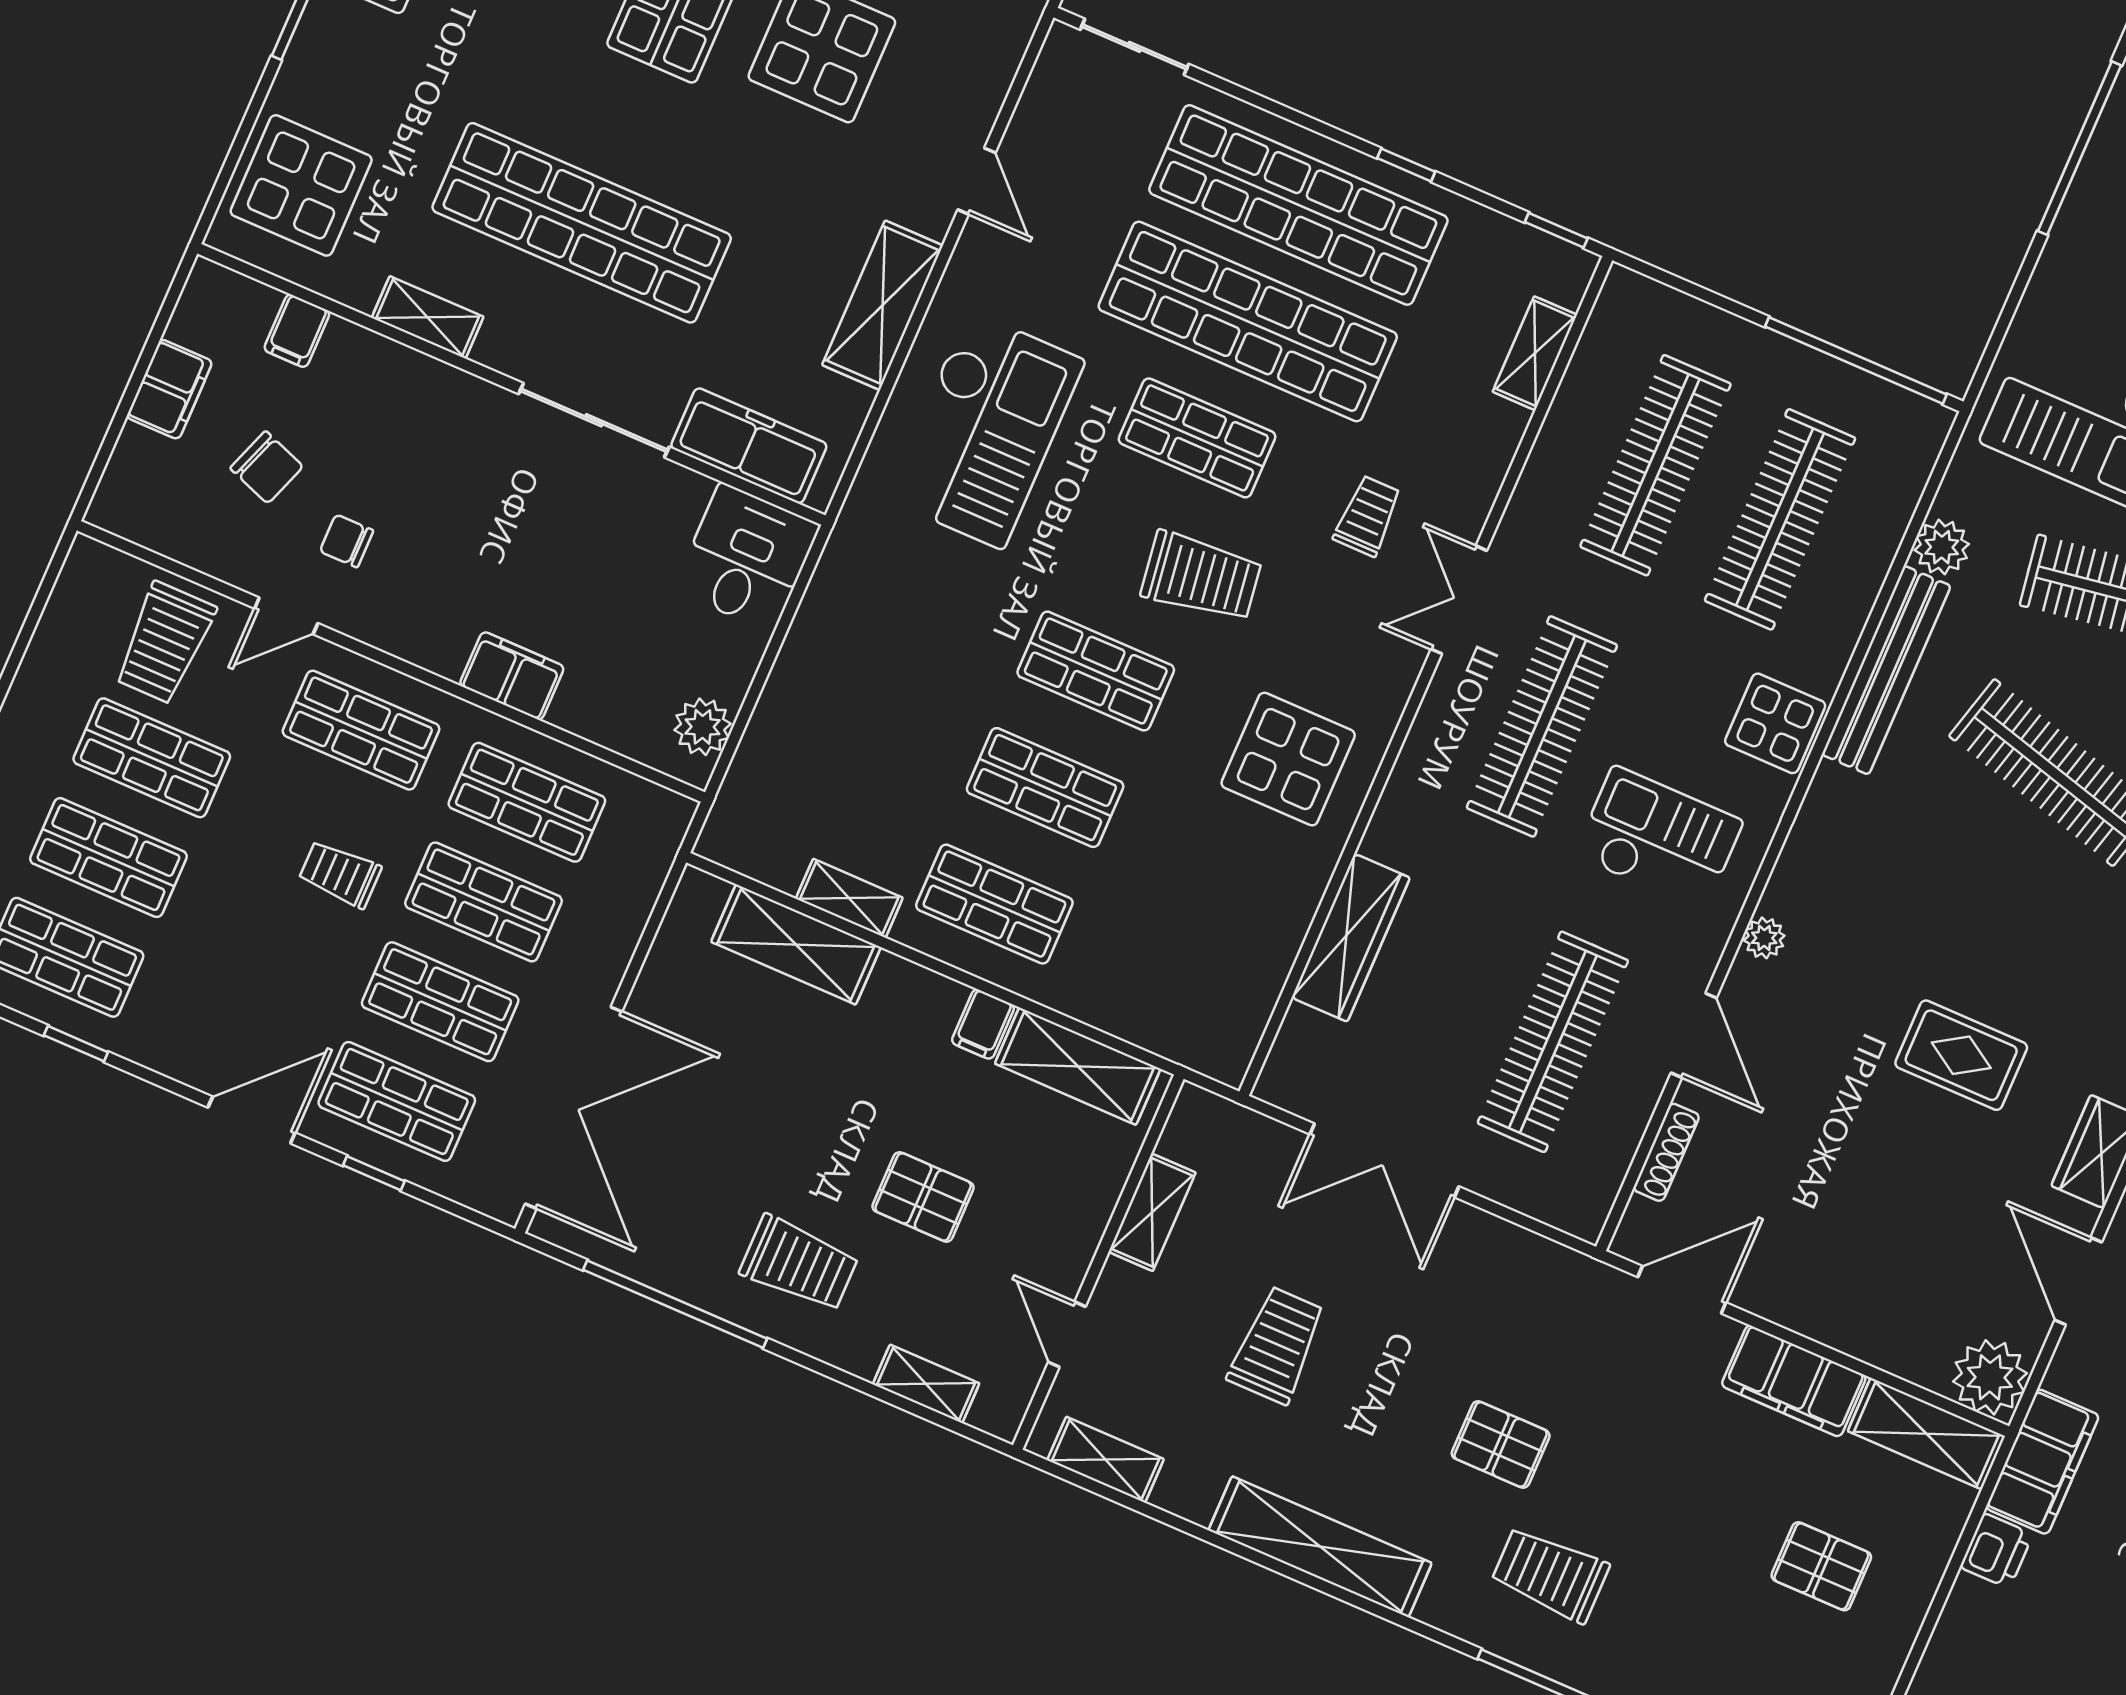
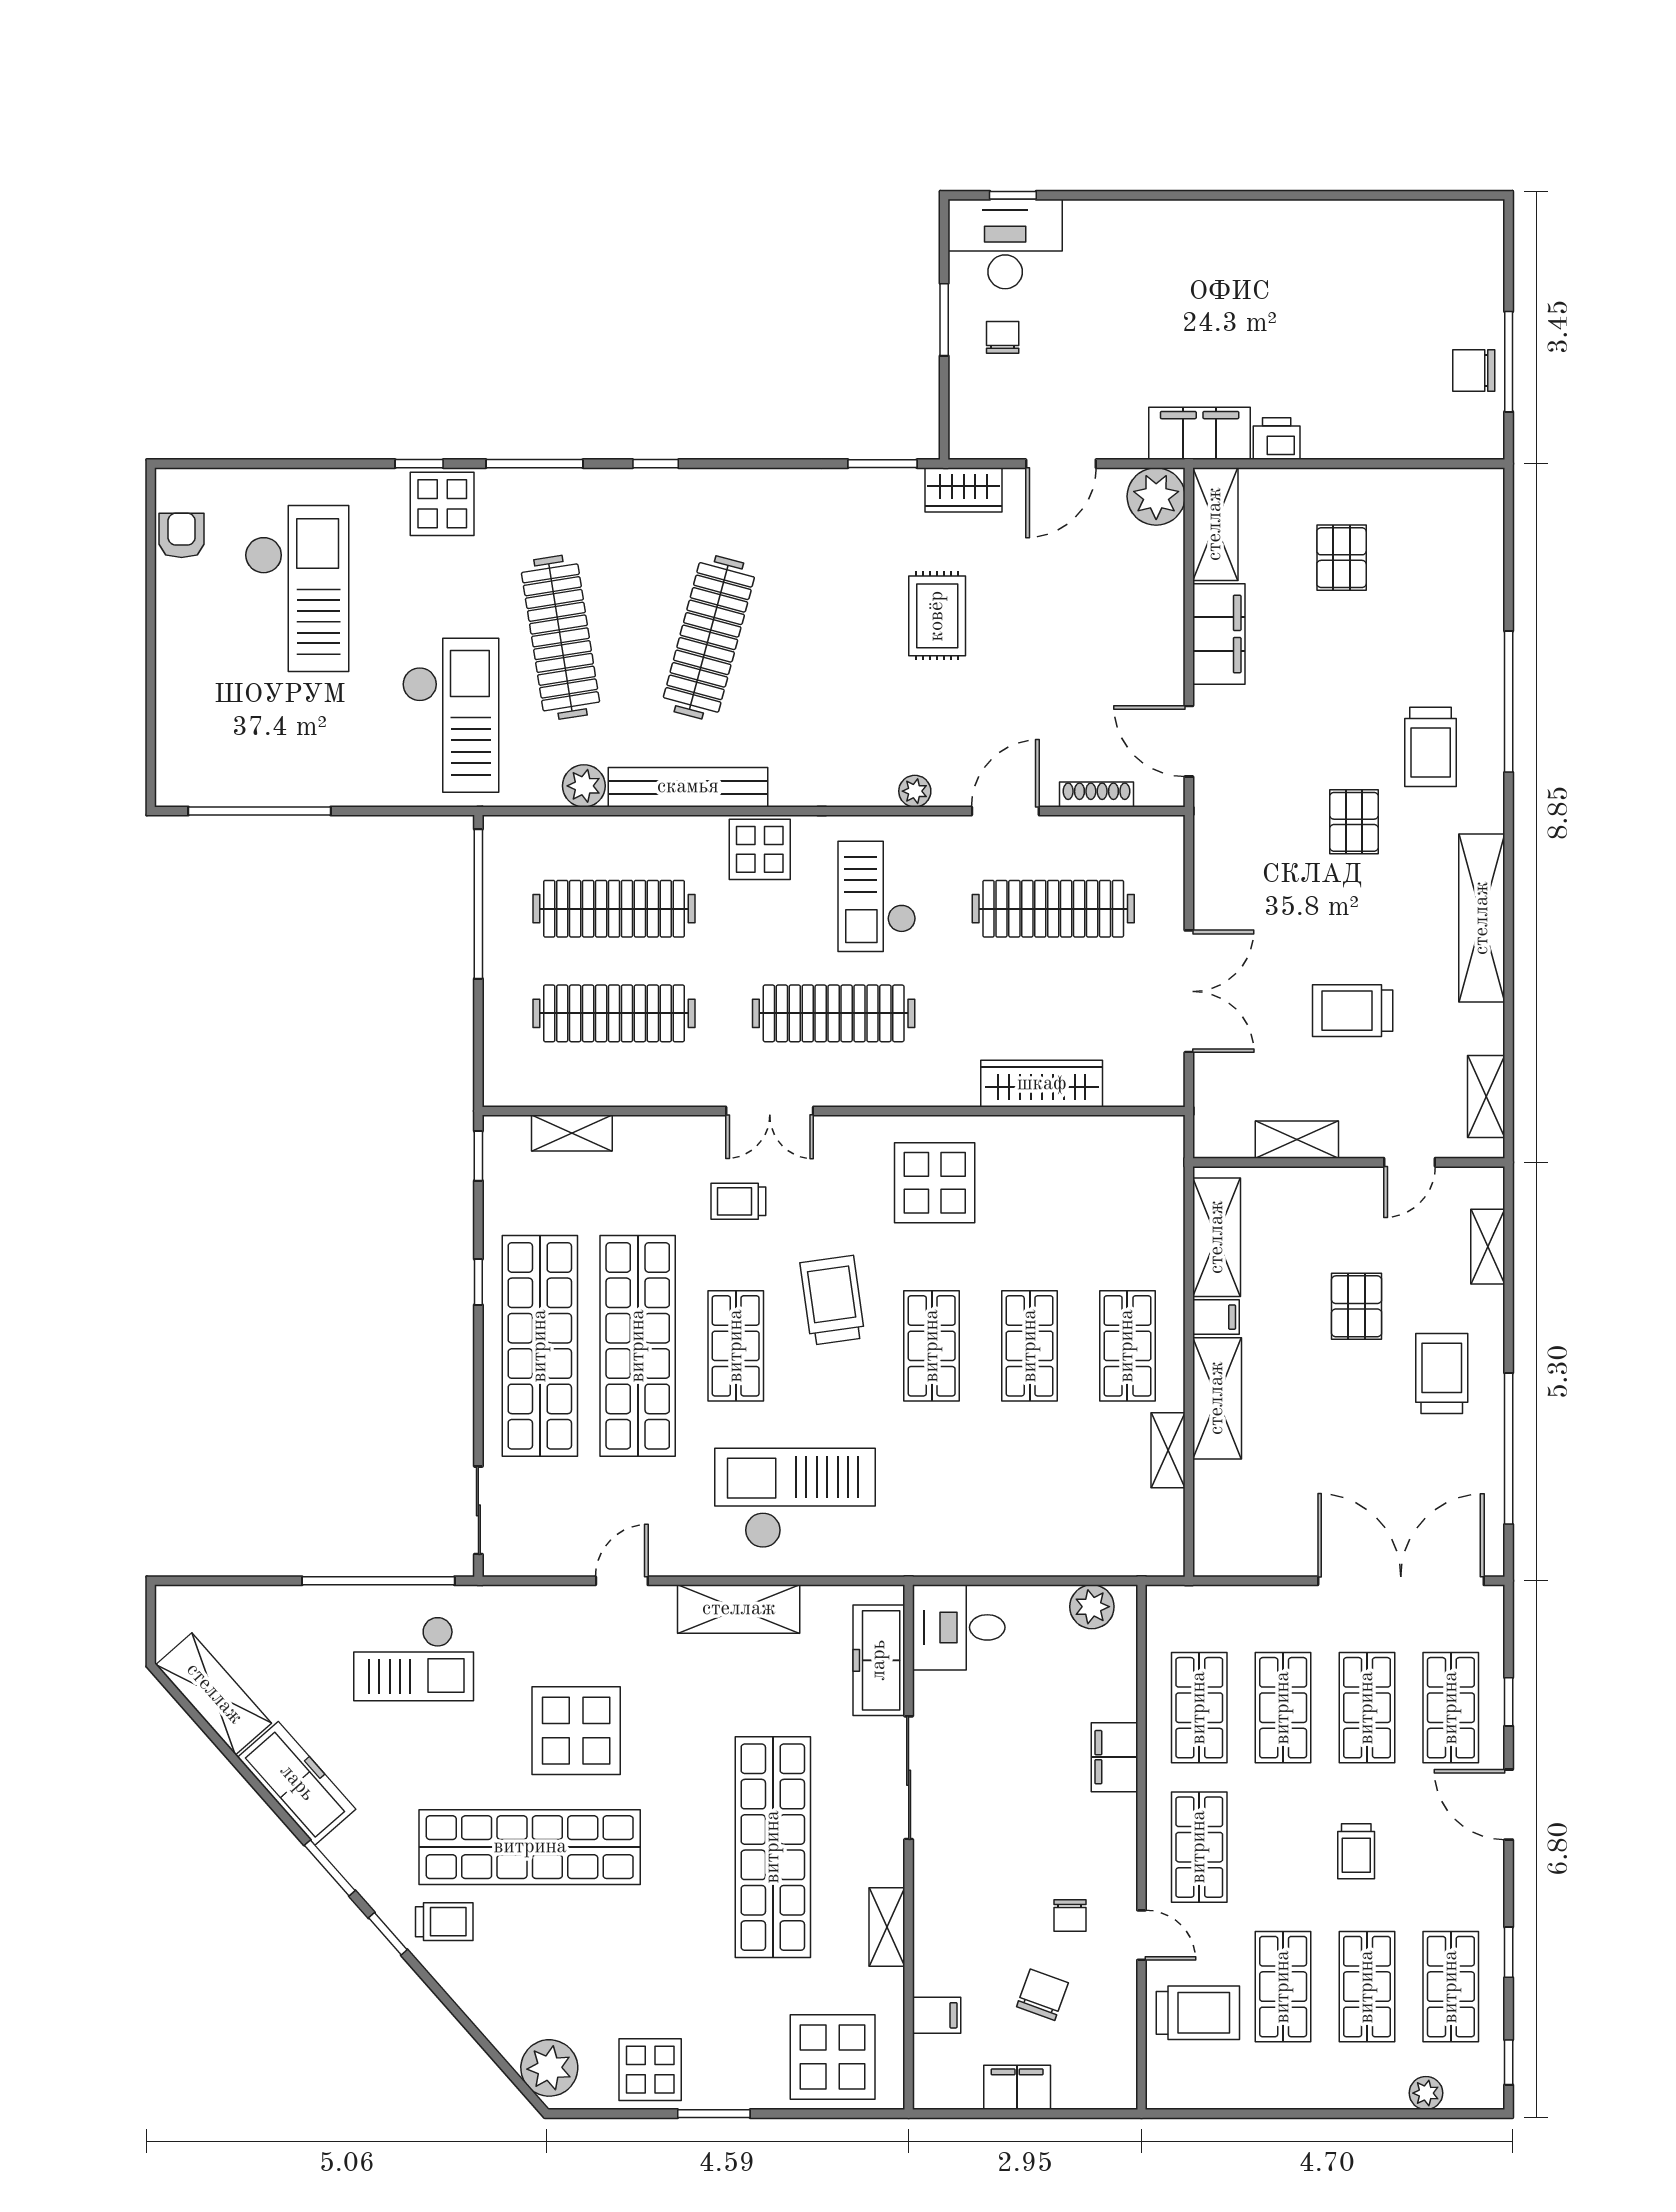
trolley: (340, 874) -> (1356, 1851), moved
shelving: (796, 945) -> (1217, 1398), moved

